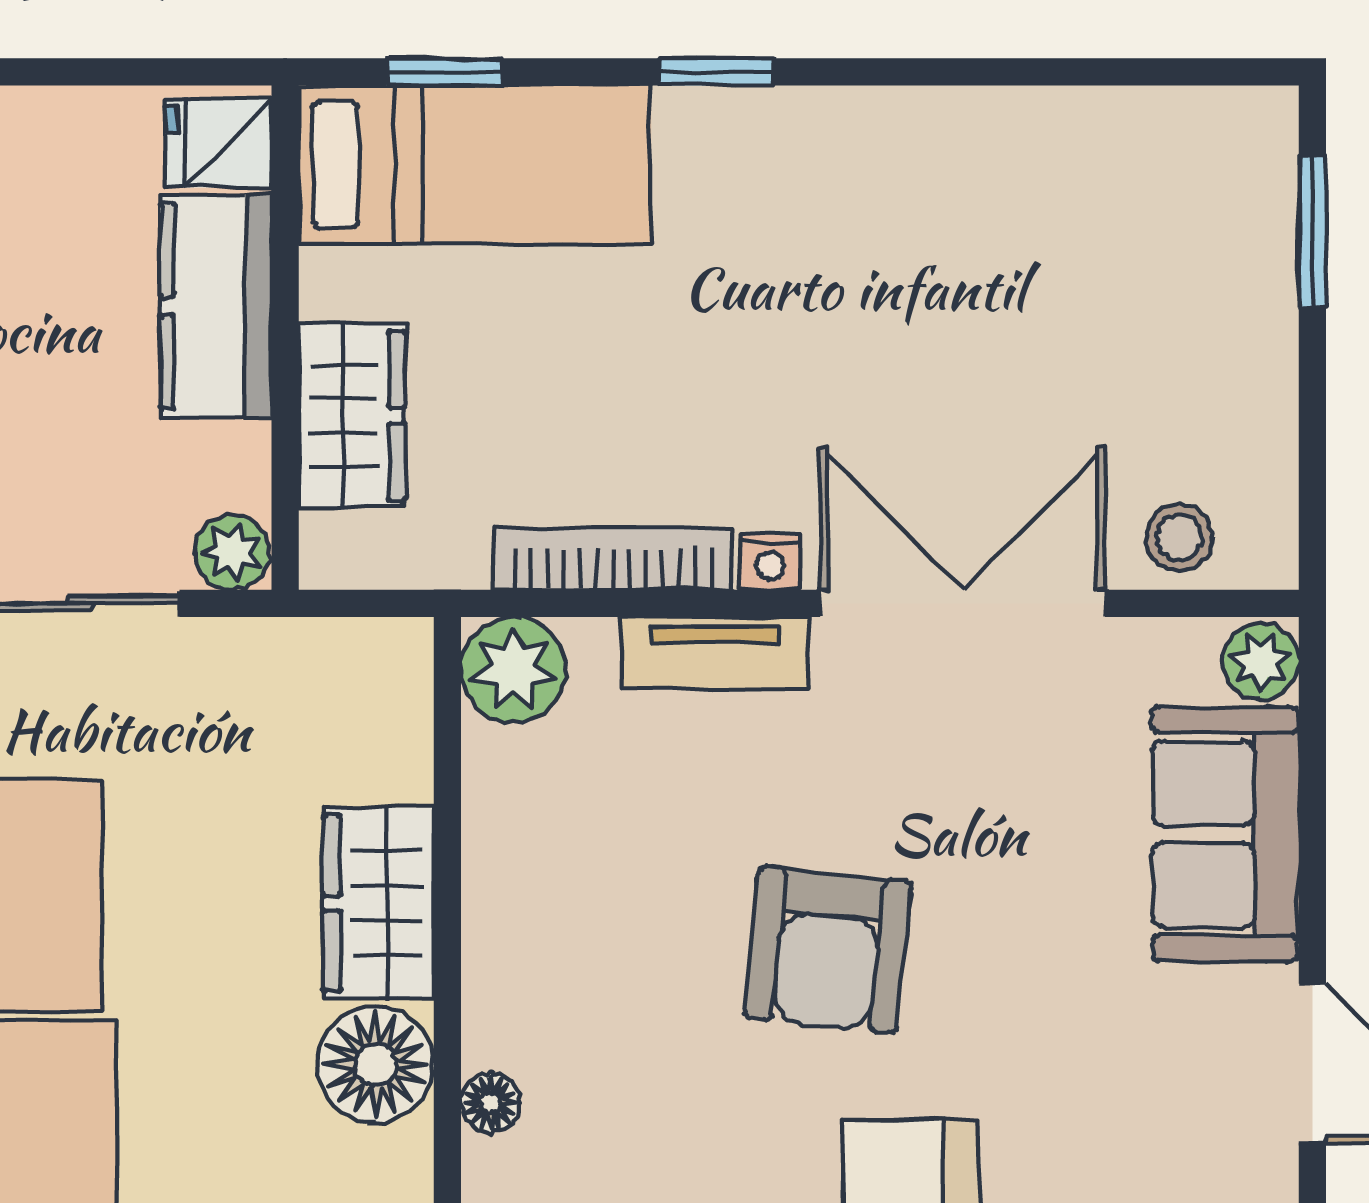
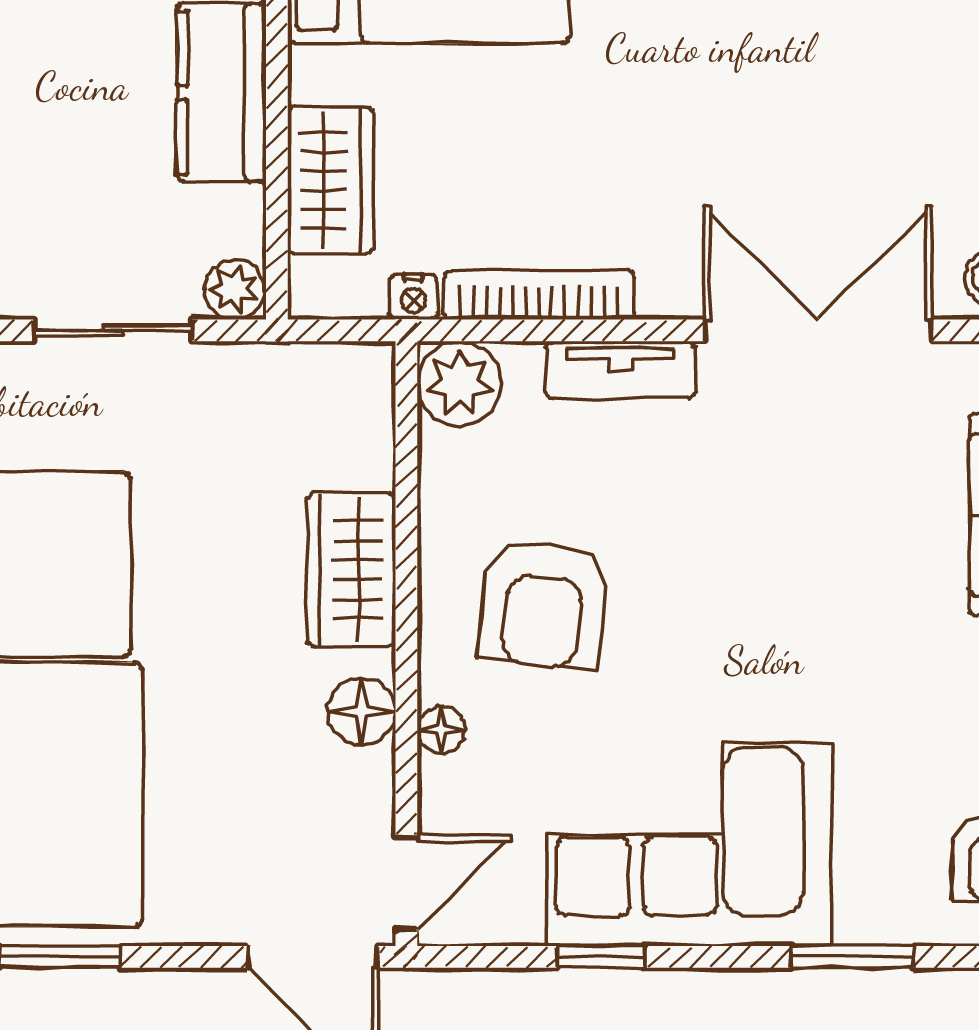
nightstand: (770, 561) -> (414, 297), moved
armchair: (828, 950) -> (544, 604), moved
floor lamp: (375, 1064) -> (362, 712), width x0.73, depth x0.73

